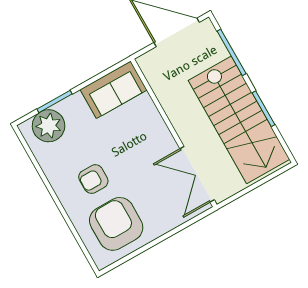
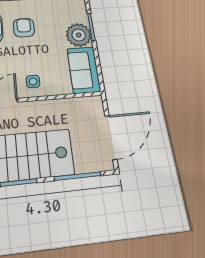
plant: (49, 126) -> (79, 35), moved
side table: (153, 140) -> (33, 81), added

